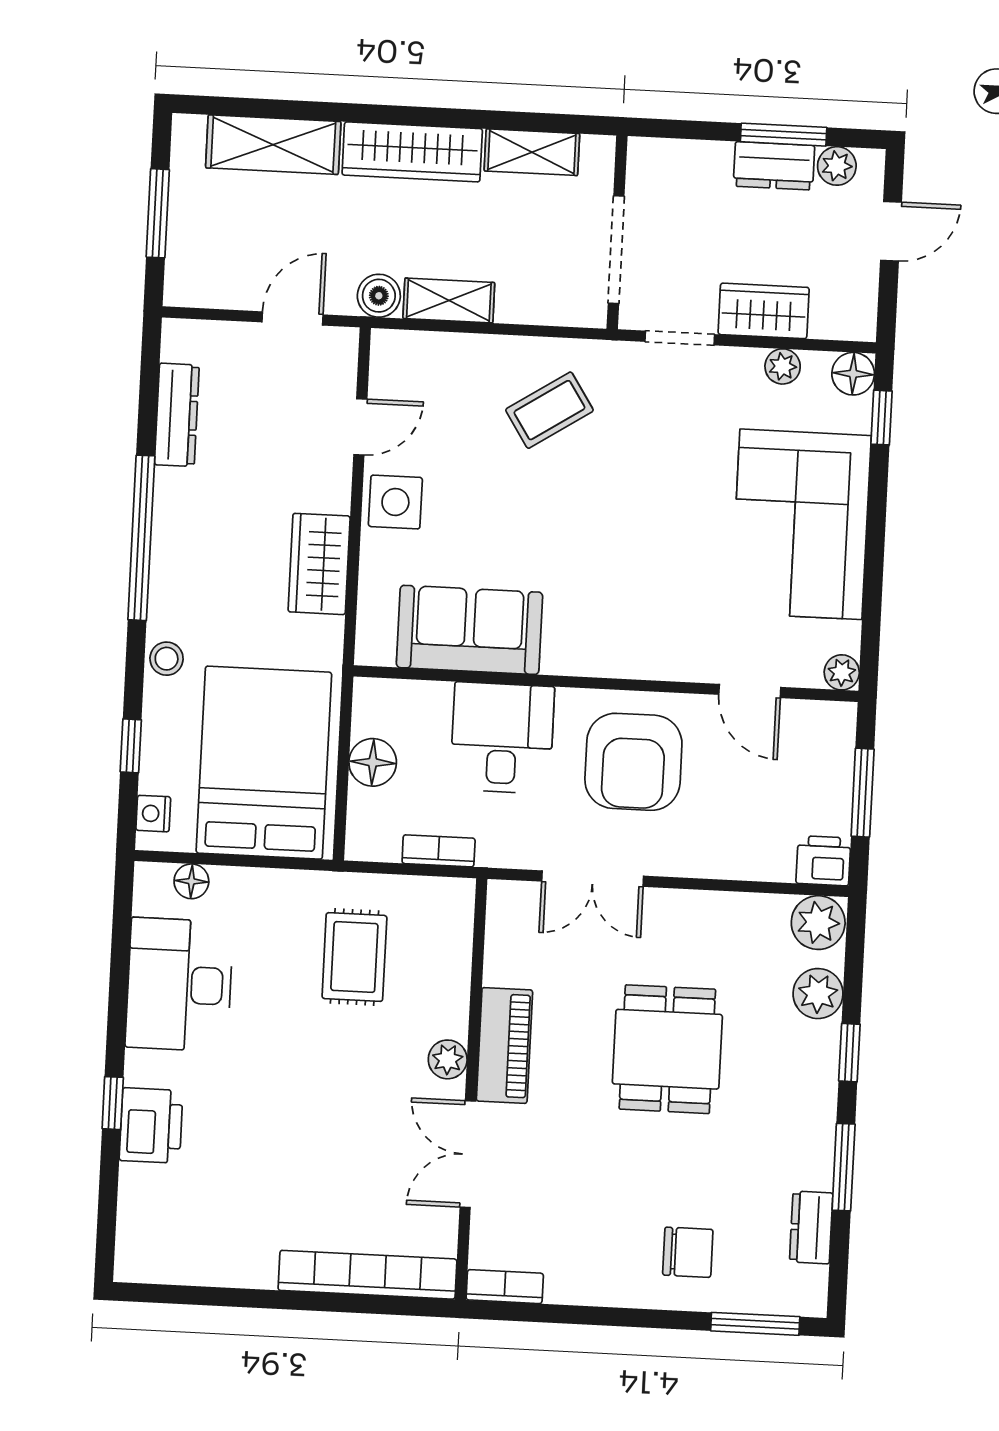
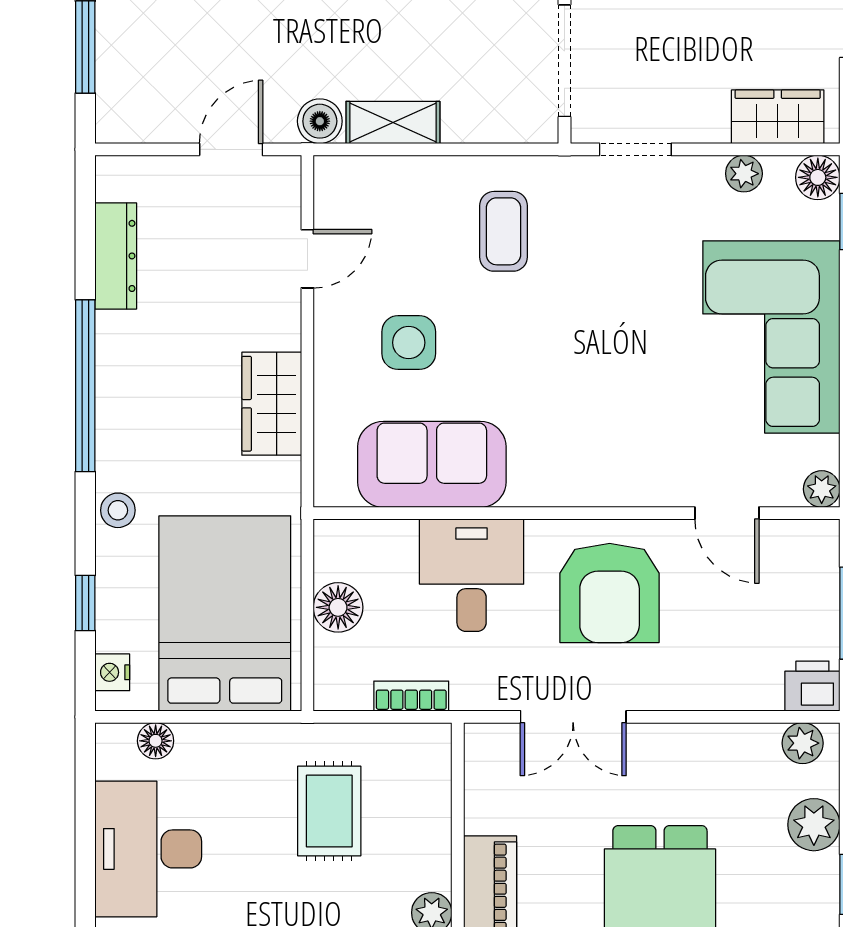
wardrobe: (764, 311) -> (778, 117), moved
coffee table: (549, 410) -> (504, 231), turned -57
side table: (395, 502) -> (409, 343), moved
plant: (818, 923) -> (803, 743), width x0.73, depth x0.73

